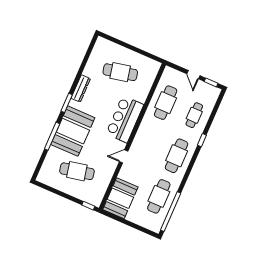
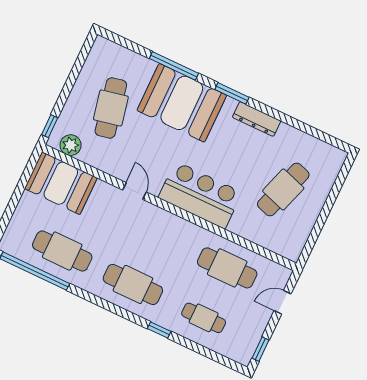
cafe table: (120, 72) -> (283, 189), turned 30
door: (193, 75) -> (283, 302), moved
plant: (99, 193) -> (71, 145), added

